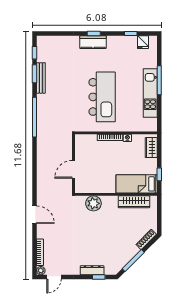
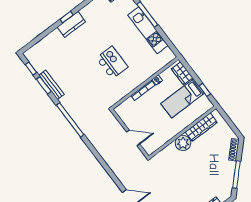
kitchen island: (102, 97) -> (112, 63), width x0.54, depth x0.78
door: (73, 169) -> (133, 138), swing flipped
bed: (137, 184) -> (183, 98), moved
plant: (93, 203) -> (183, 143), moved

